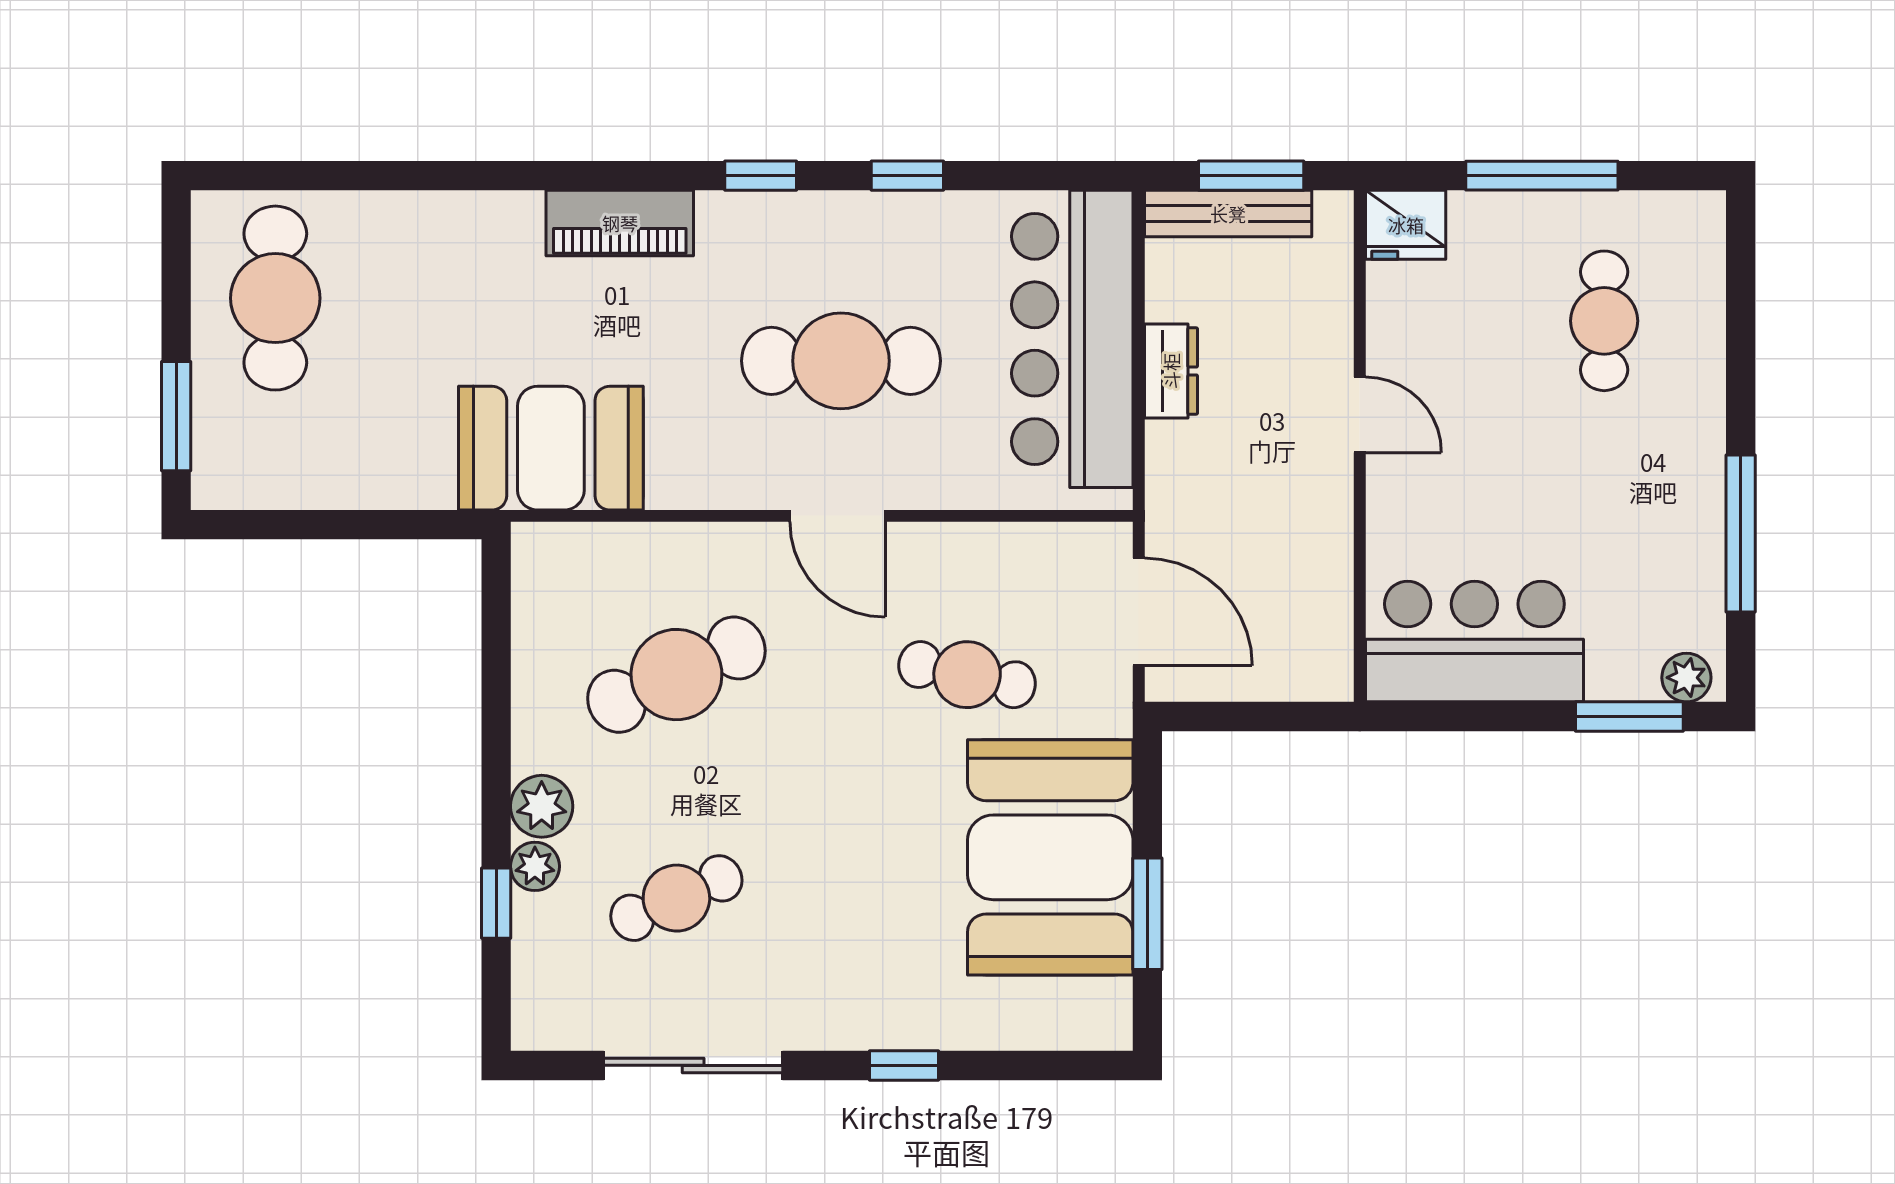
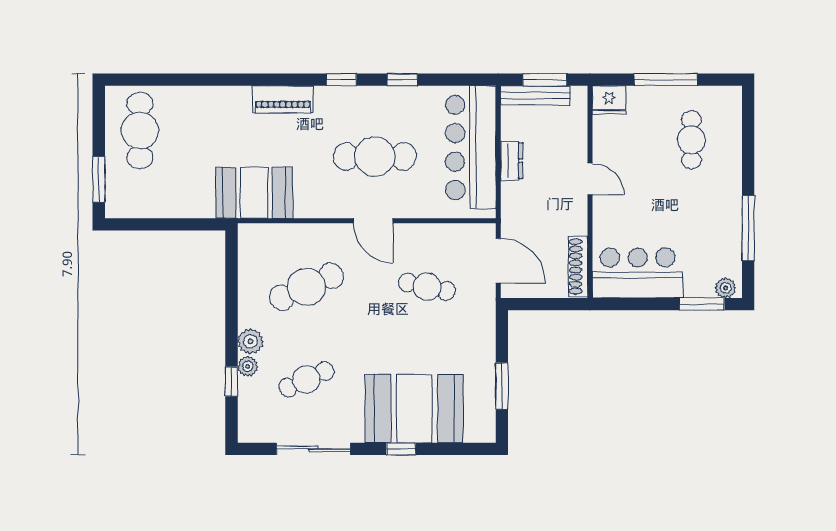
shoe rack: (1331, 626) -> (578, 266), added
booth: (1050, 857) -> (414, 409), moved, turned 90

